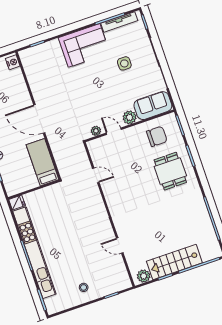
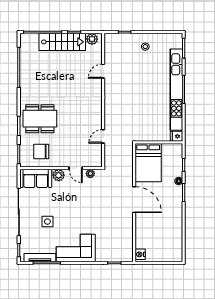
bed: (42, 162) -> (148, 163), width x1.50
dining table: (170, 171) -> (40, 119), width x1.38
door: (96, 175) -> (103, 136), hinge flipped
door: (120, 246) -> (103, 71), swing flipped

